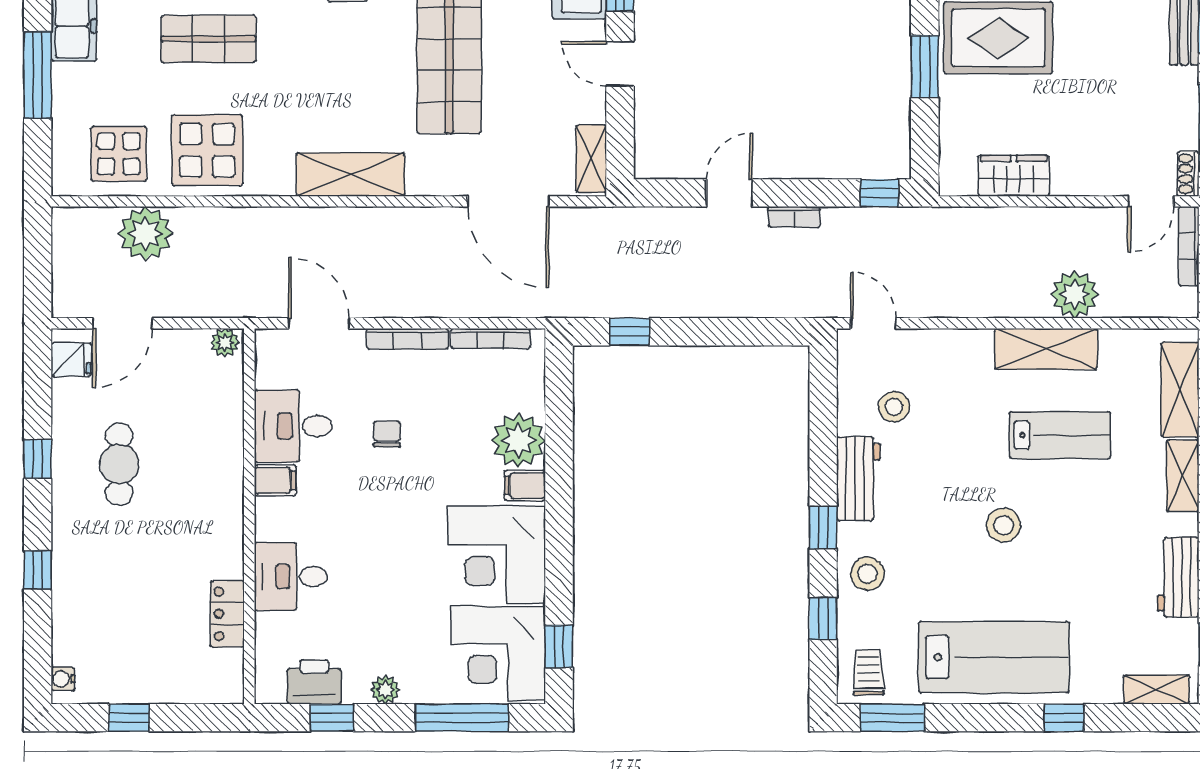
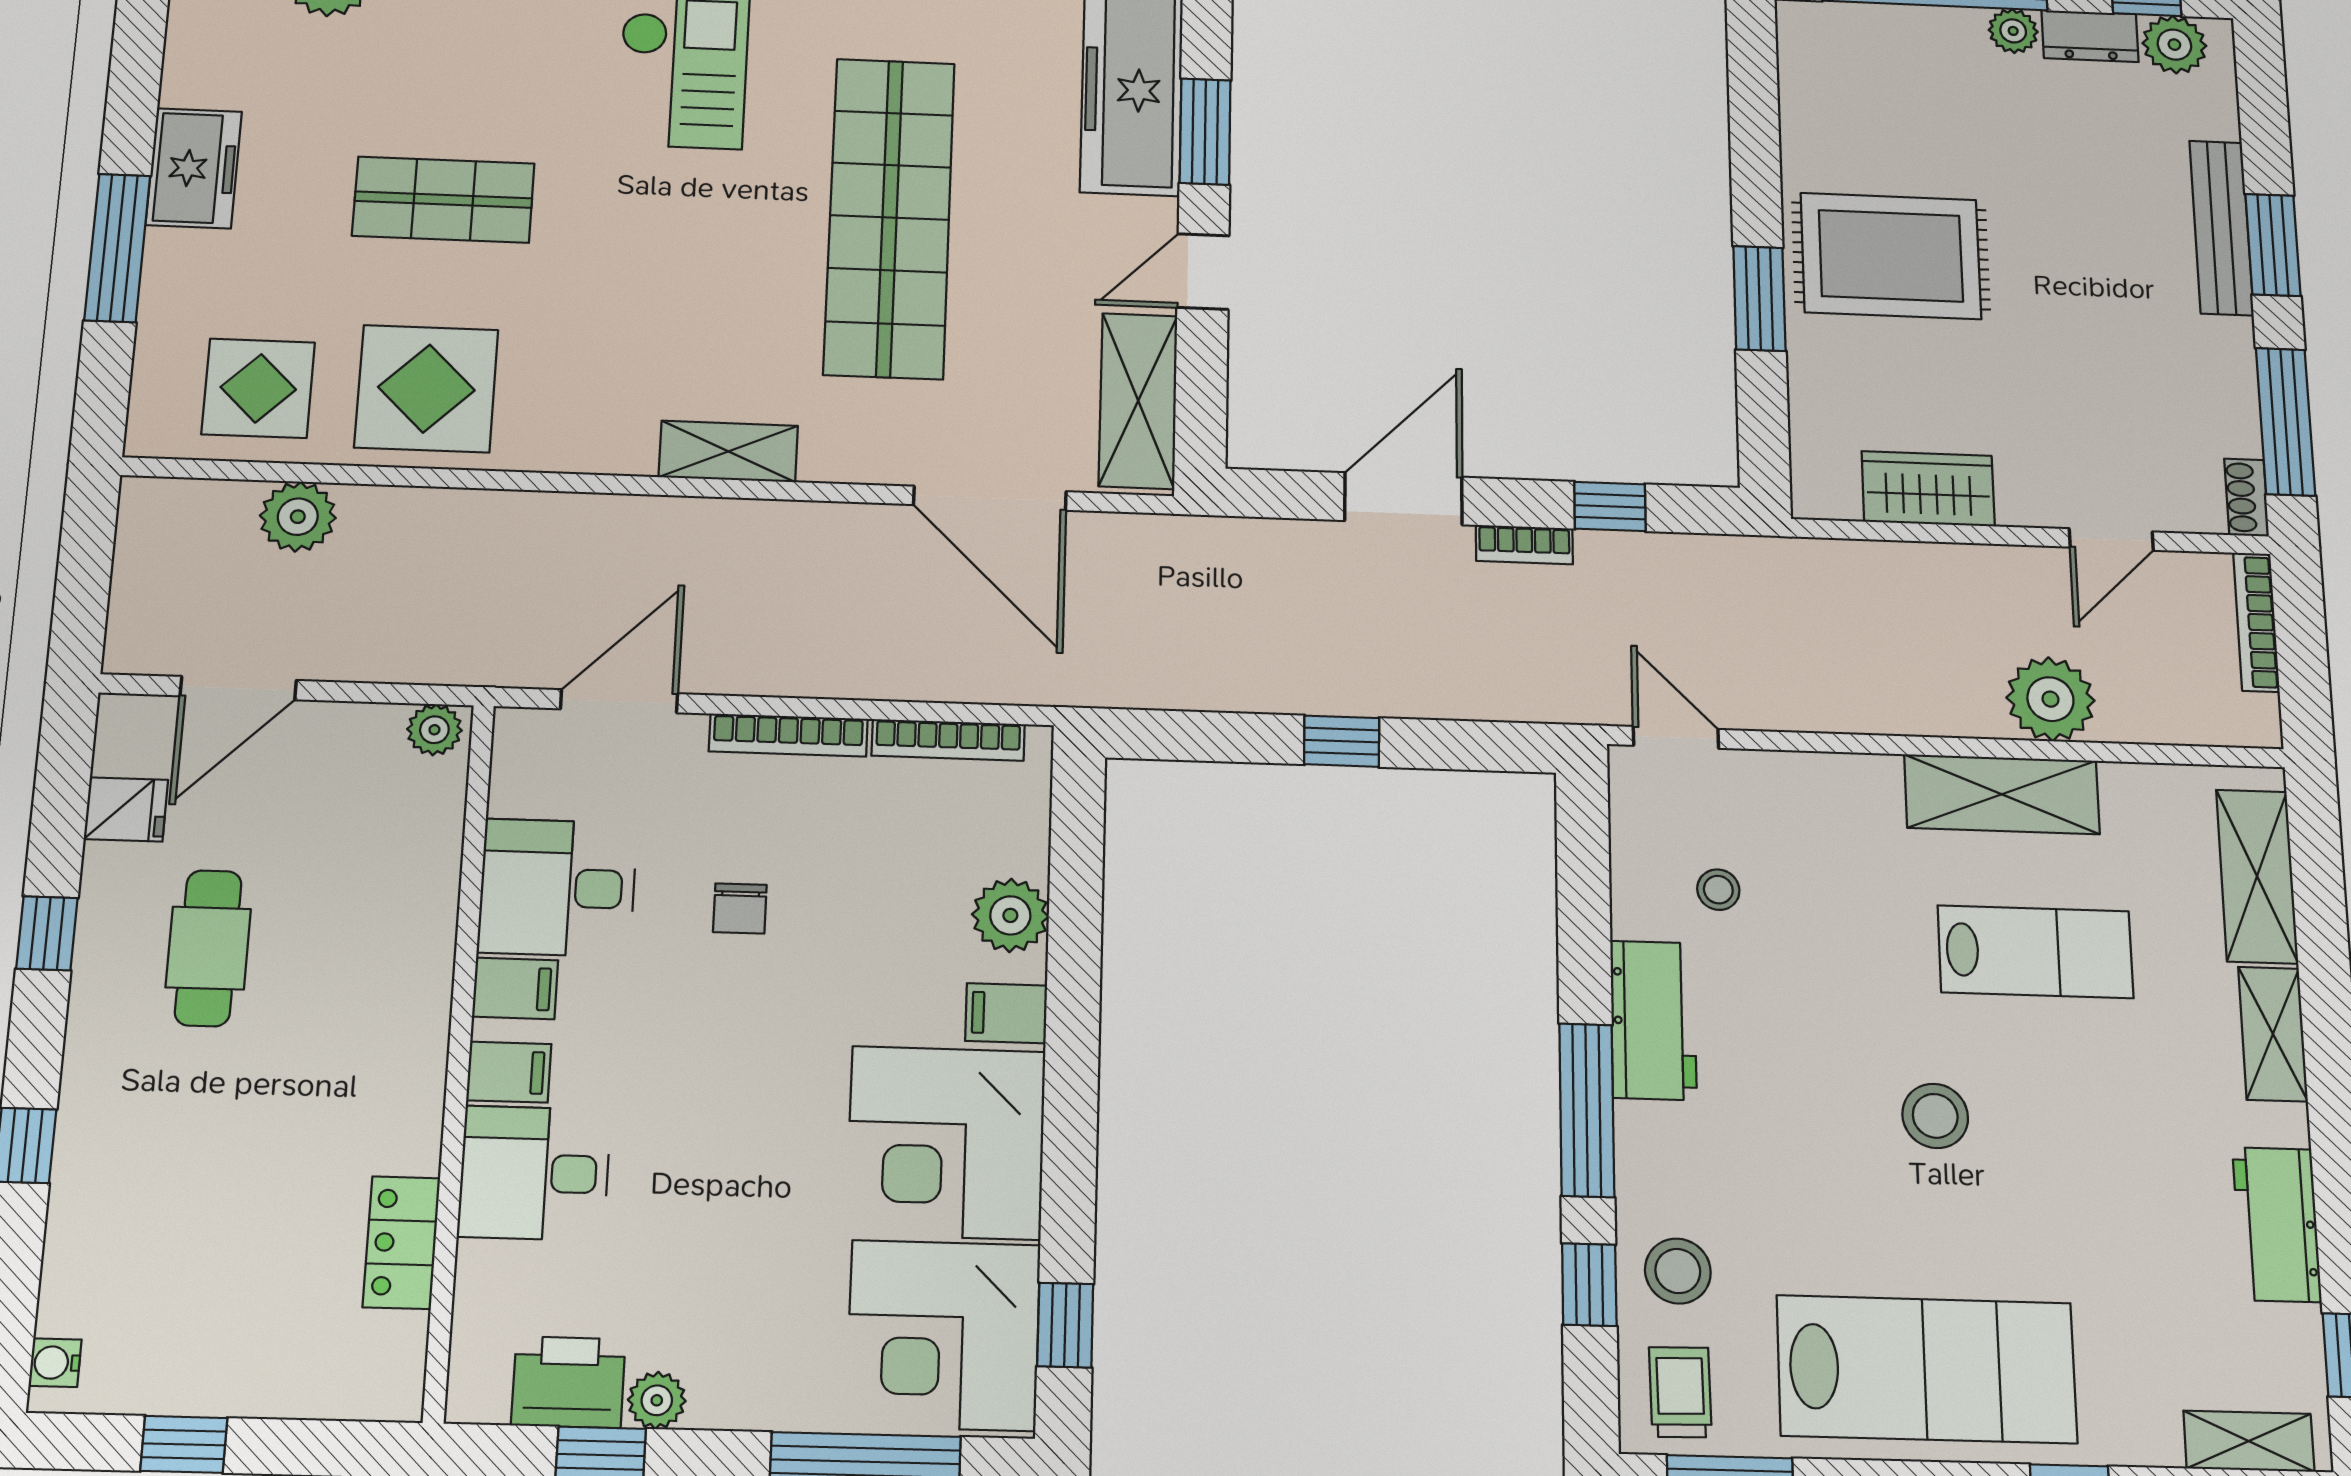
door: (620, 64) -> (1203, 272), hinge flipped
shelving: (591, 159) -> (1138, 401), width x1.50, depth x1.33
shelving: (351, 175) -> (728, 451), width x0.67, depth x0.75
door: (729, 193) -> (1403, 499), width x1.38
window: (880, 193) -> (1610, 506), moved
door: (1151, 201) -> (2111, 539), moved
plant: (145, 234) -> (298, 517), width x0.73, depth x0.73
door: (319, 323) -> (619, 701), hinge flipped
window: (629, 332) -> (1342, 741), moved
fridge: (71, 360) -> (126, 809), moved
stool: (894, 407) -> (1718, 890), width x0.73, depth x0.73
chair: (387, 434) -> (740, 908), turned 180
plant: (518, 440) -> (1010, 915), width x0.73, depth x0.73
filing cabinet: (275, 525) -> (509, 1072), added
window: (823, 528) -> (1587, 1110), width x2.17
stool: (867, 574) -> (1678, 1271), moved
plant: (385, 690) -> (657, 1400), moved

